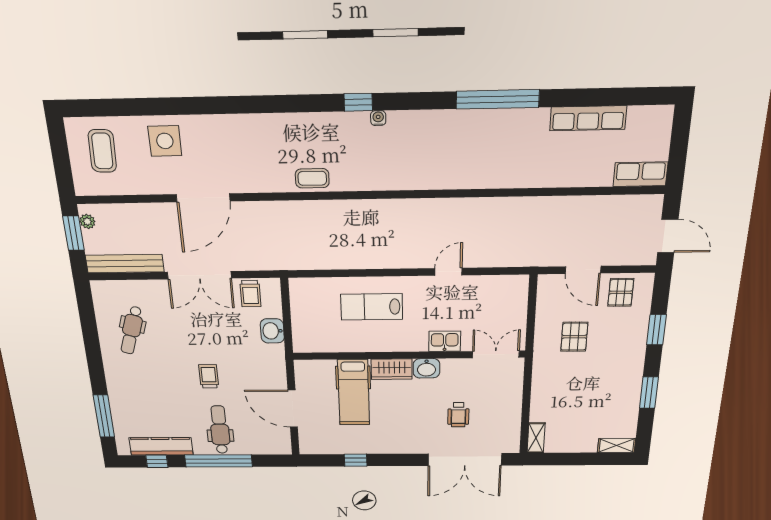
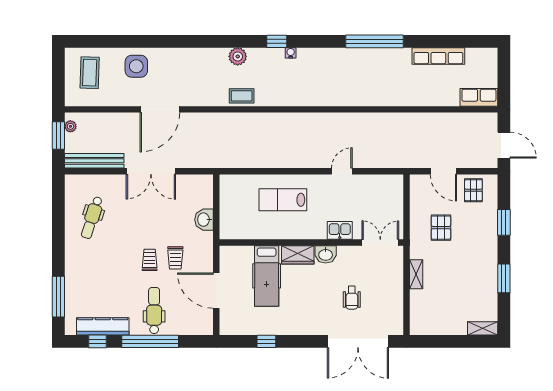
plant: (304, 125) -> (238, 56), added
trolley: (250, 294) -> (175, 258), moved
shelving: (536, 438) -> (416, 274), moved

